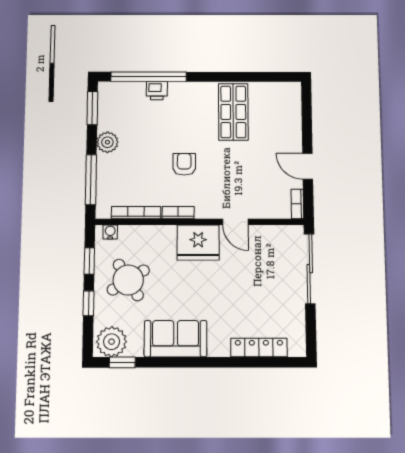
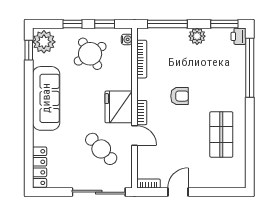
printer: (157, 91) -> (238, 36), moved
shop shelf: (233, 112) -> (221, 134), turned 90
bookcase: (178, 213) -> (142, 113), moved
door: (235, 222) -> (135, 136), swing flipped
cafe table: (253, 265) -> (101, 149), added
sofa: (176, 339) -> (46, 98), width x1.36
locker: (259, 347) -> (40, 167), moved

